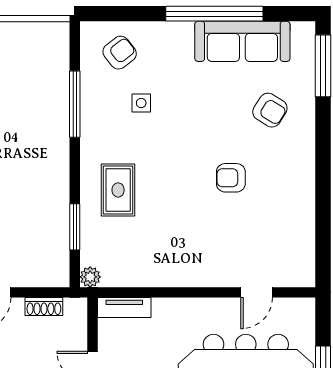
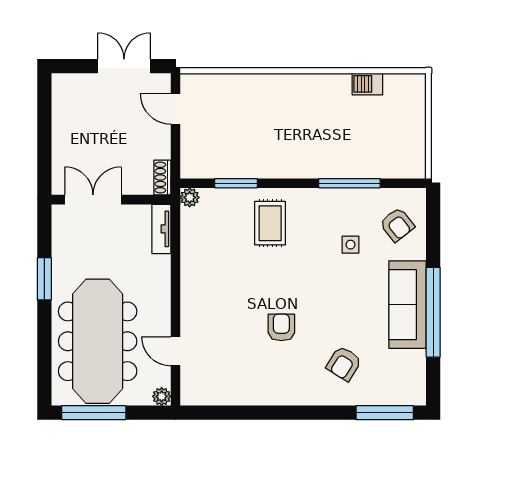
sofa: (242, 41) -> (407, 305), moved
rug: (118, 190) -> (270, 223), turned 90
shoe rack: (44, 307) -> (162, 178), moved
plant: (306, 307) -> (162, 396), added

